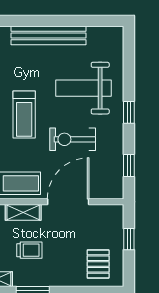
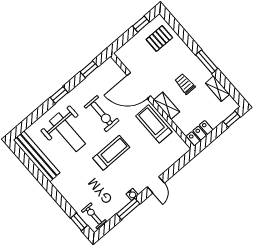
bench: (49, 35) -> (37, 156), moved
window: (129, 239) -> (141, 24), moved

